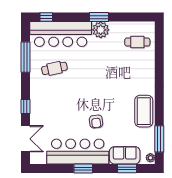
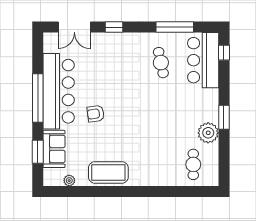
plant: (101, 30) -> (208, 133), moved
bar counter: (61, 34) -> (203, 60), width x0.73
window: (159, 139) -> (74, 192), removed
plant: (150, 158) -> (69, 181), moved
window: (83, 168) -> (38, 98), width x2.11

